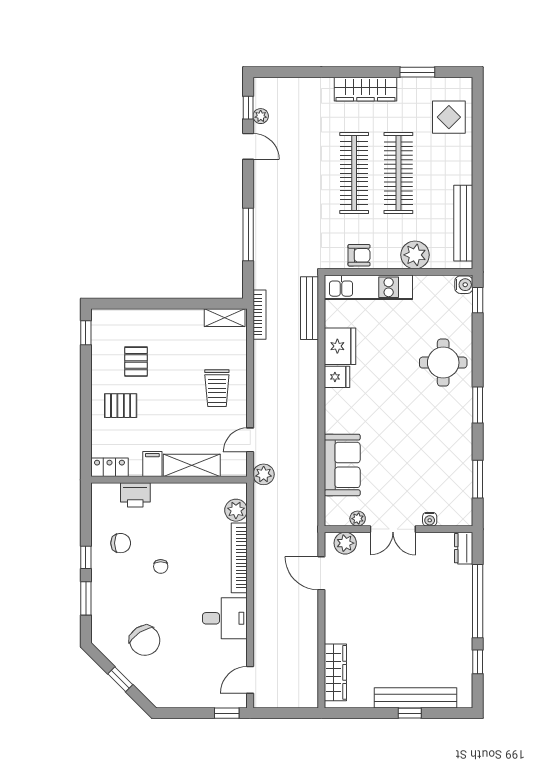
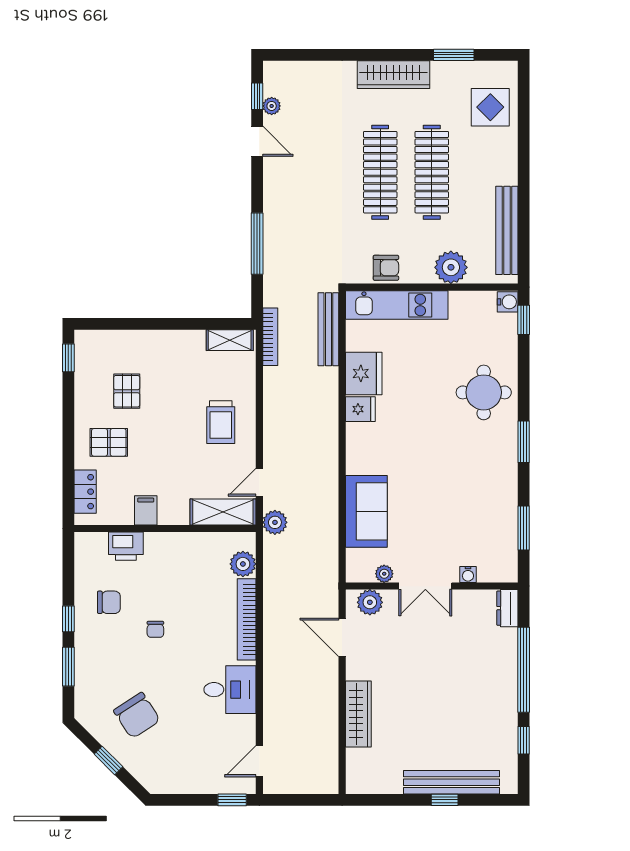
shelving: (192, 465) -> (223, 512), moved
locker: (109, 467) -> (85, 492), moved, turned 90
wardrobe: (335, 672) -> (358, 714), moved

